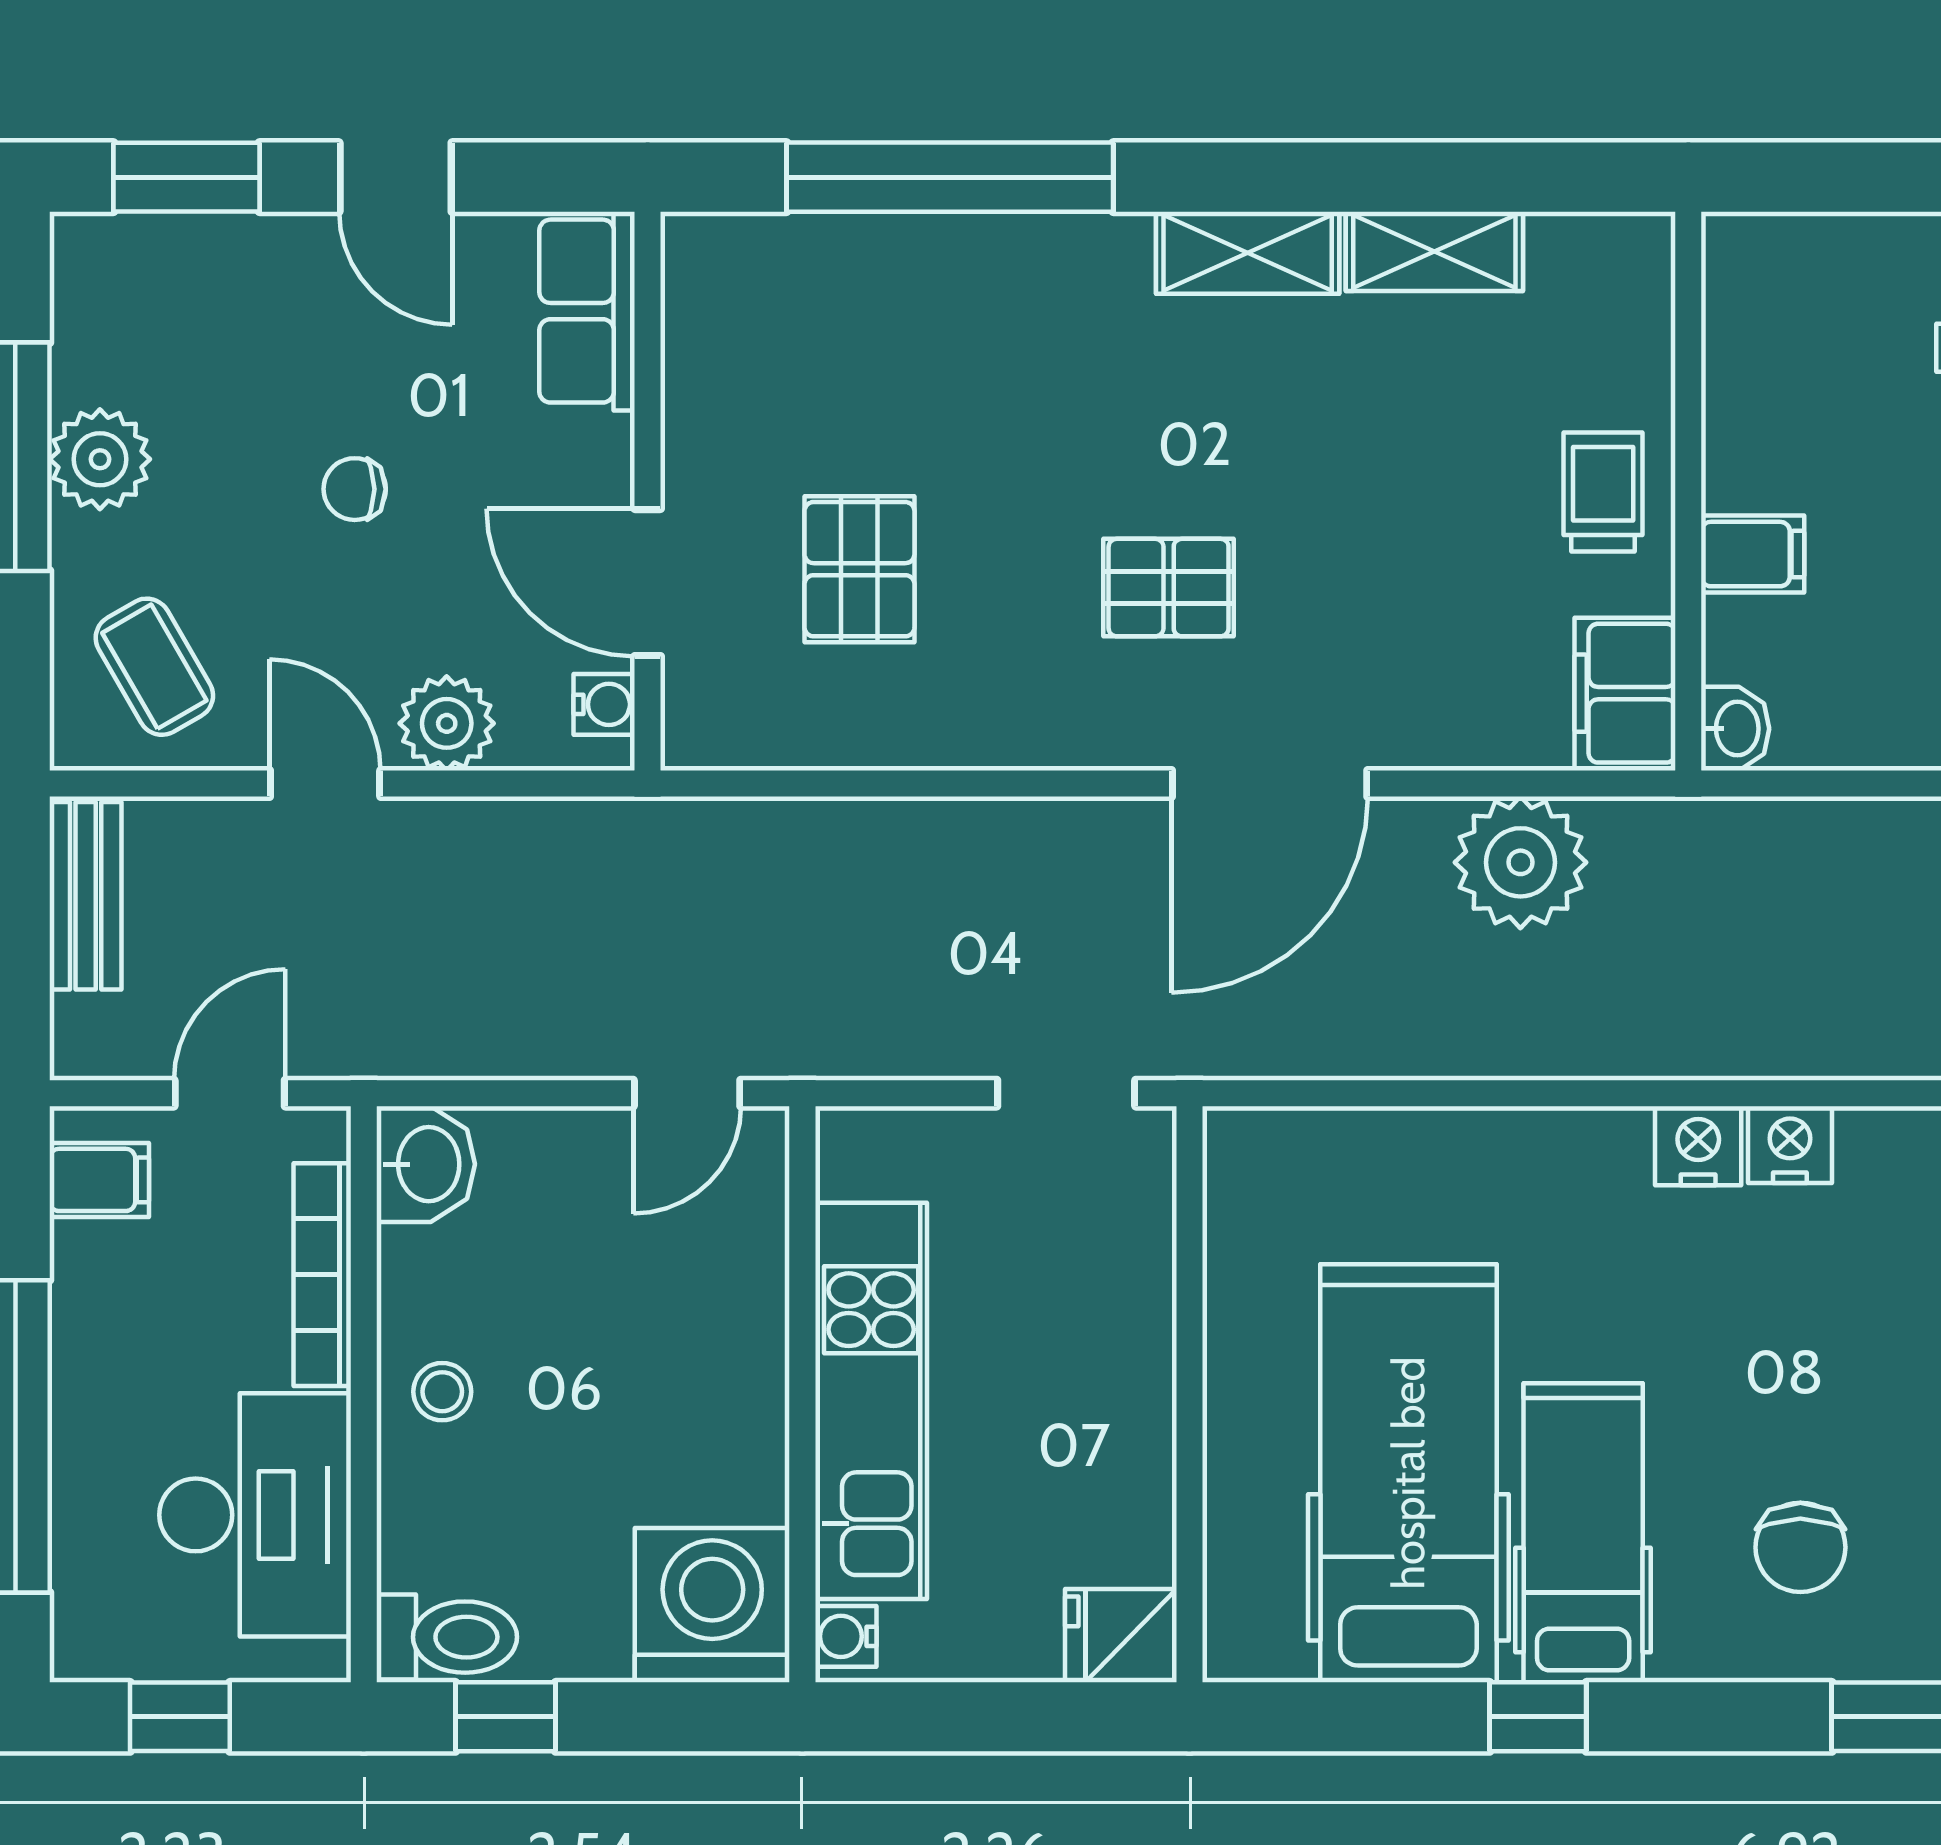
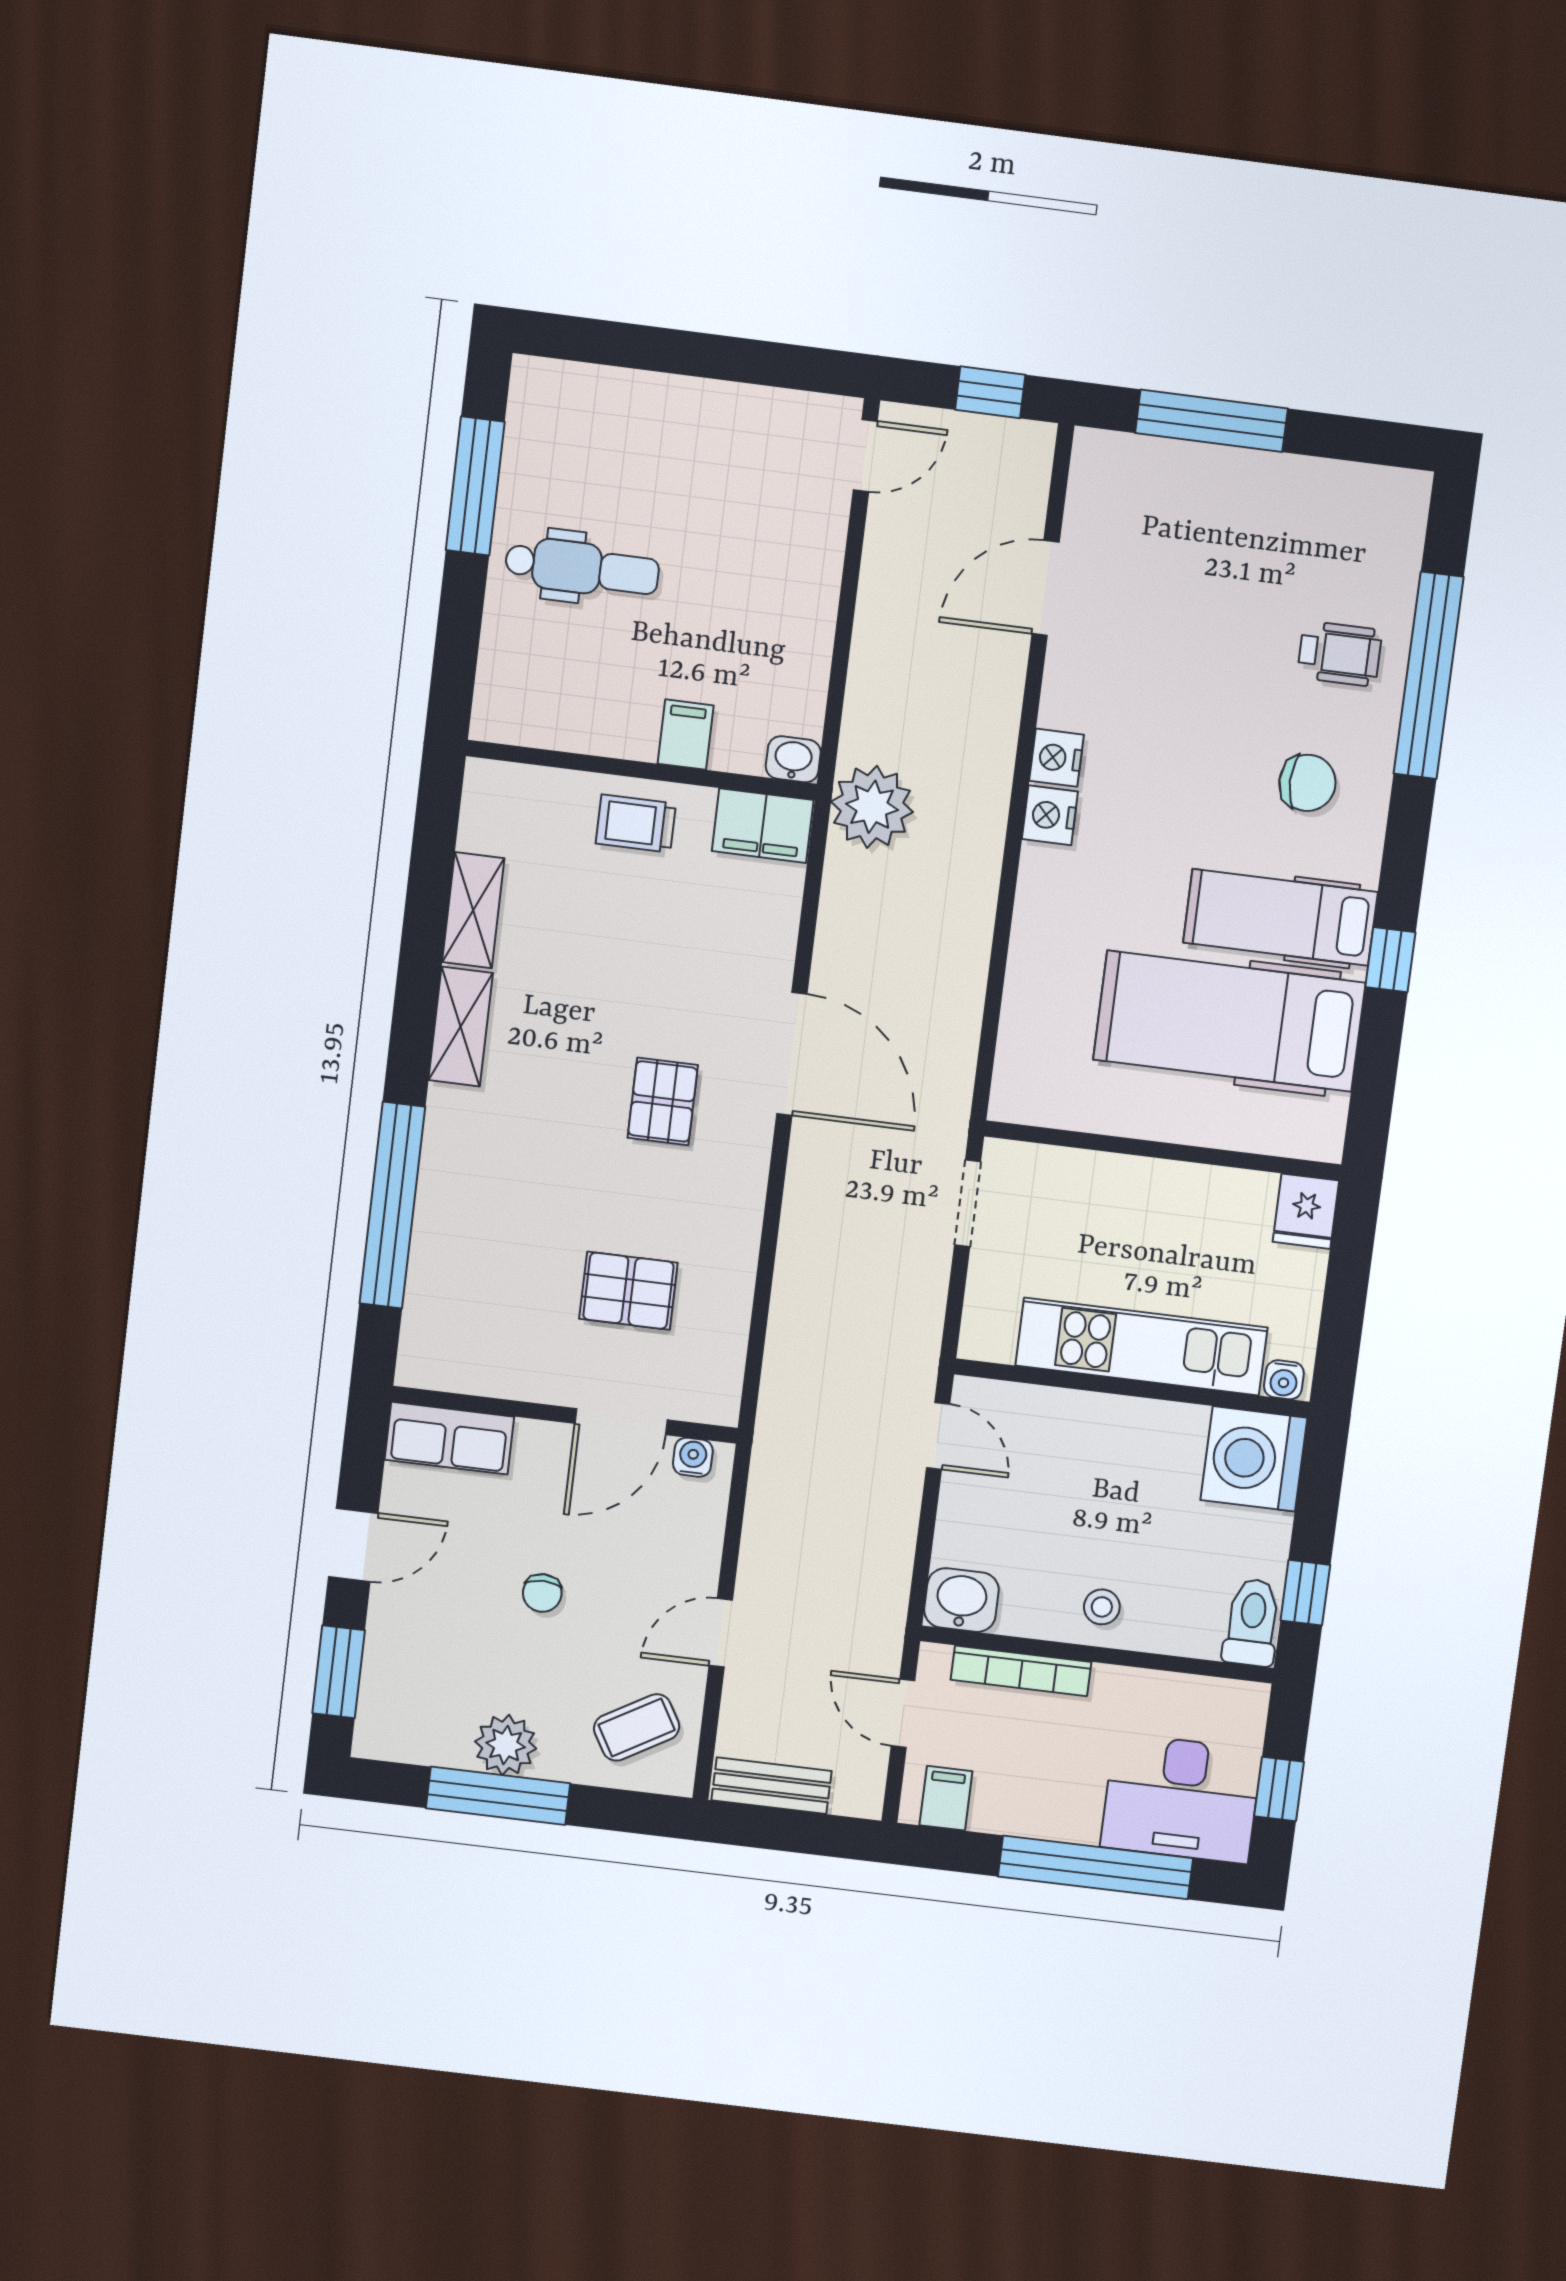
plant: (447, 723) -> (693, 1555), removed
plant: (1520, 862) -> (872, 807), moved
desk: (255, 1515) -> (1181, 1798), moved, turned 180

